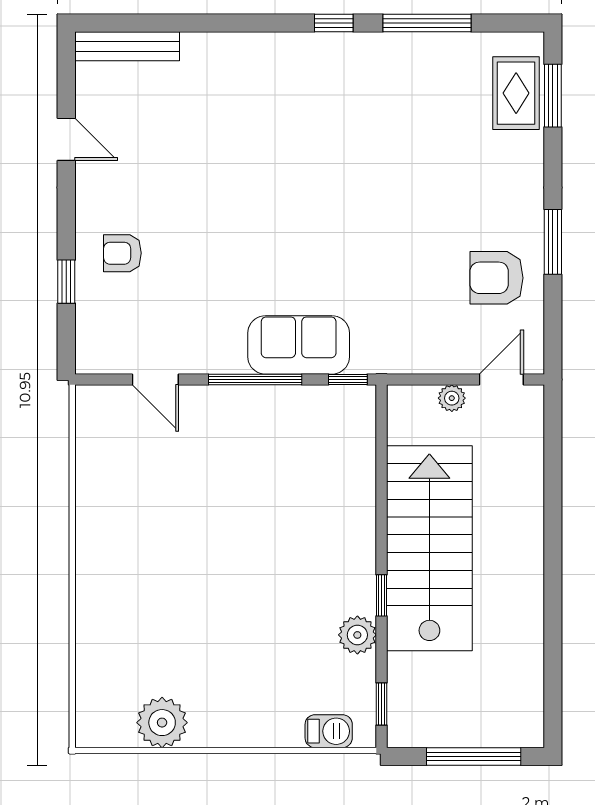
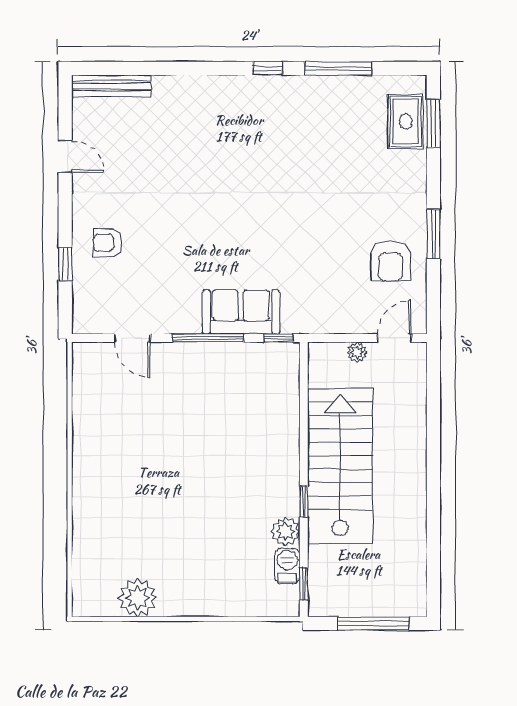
armchair: (497, 278) -> (391, 261), turned -90
barbecue: (329, 731) -> (287, 566), moved, turned -90

